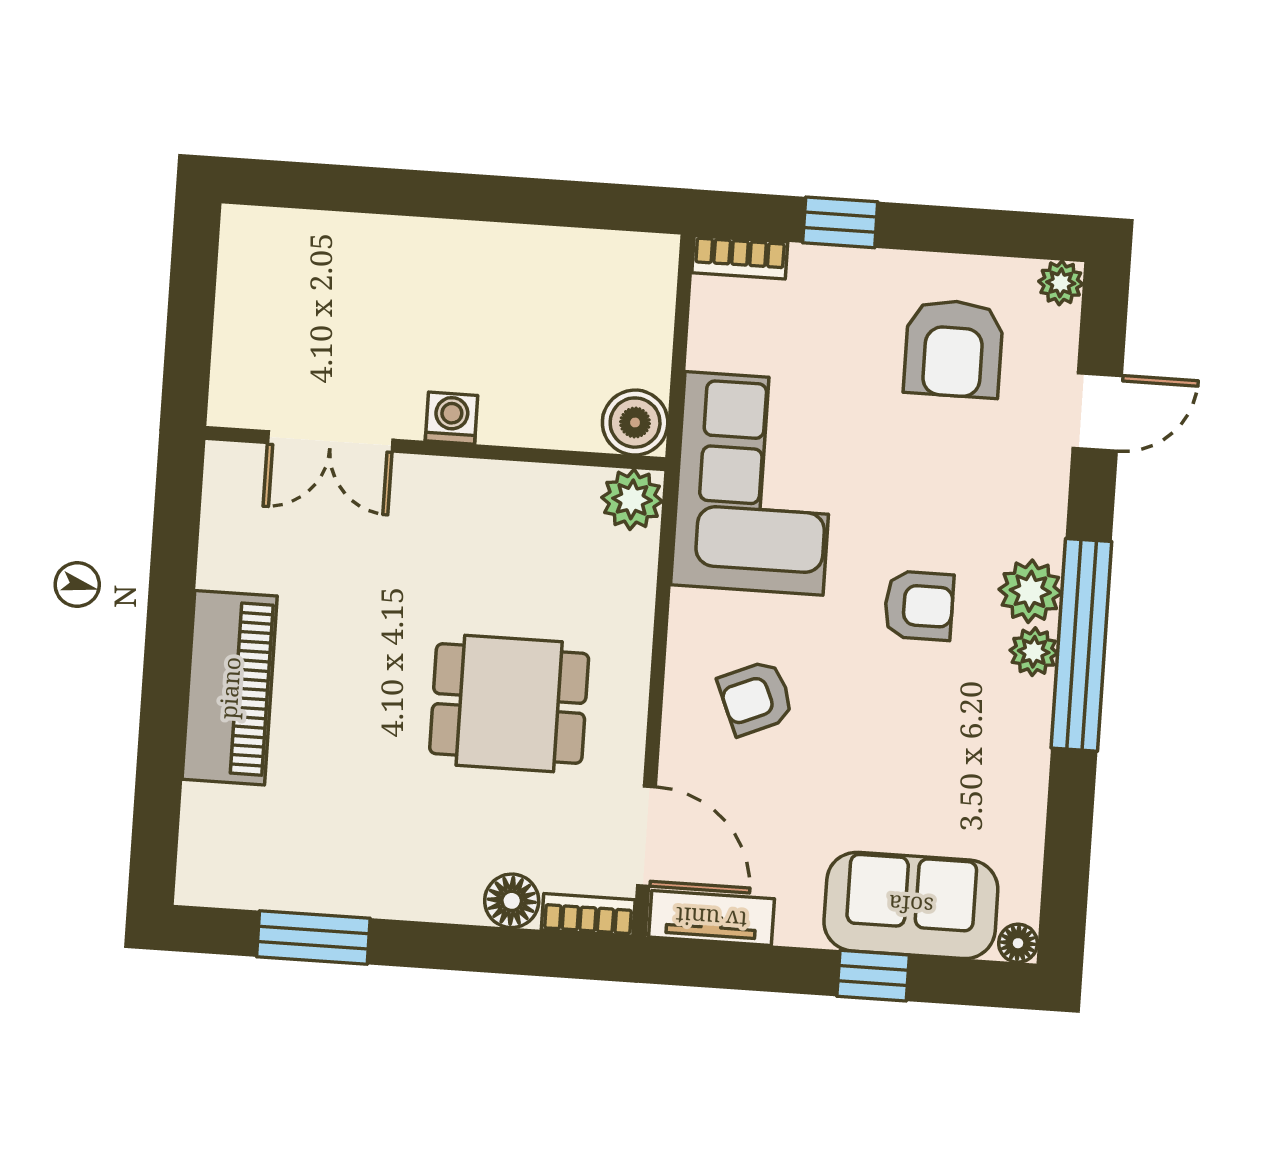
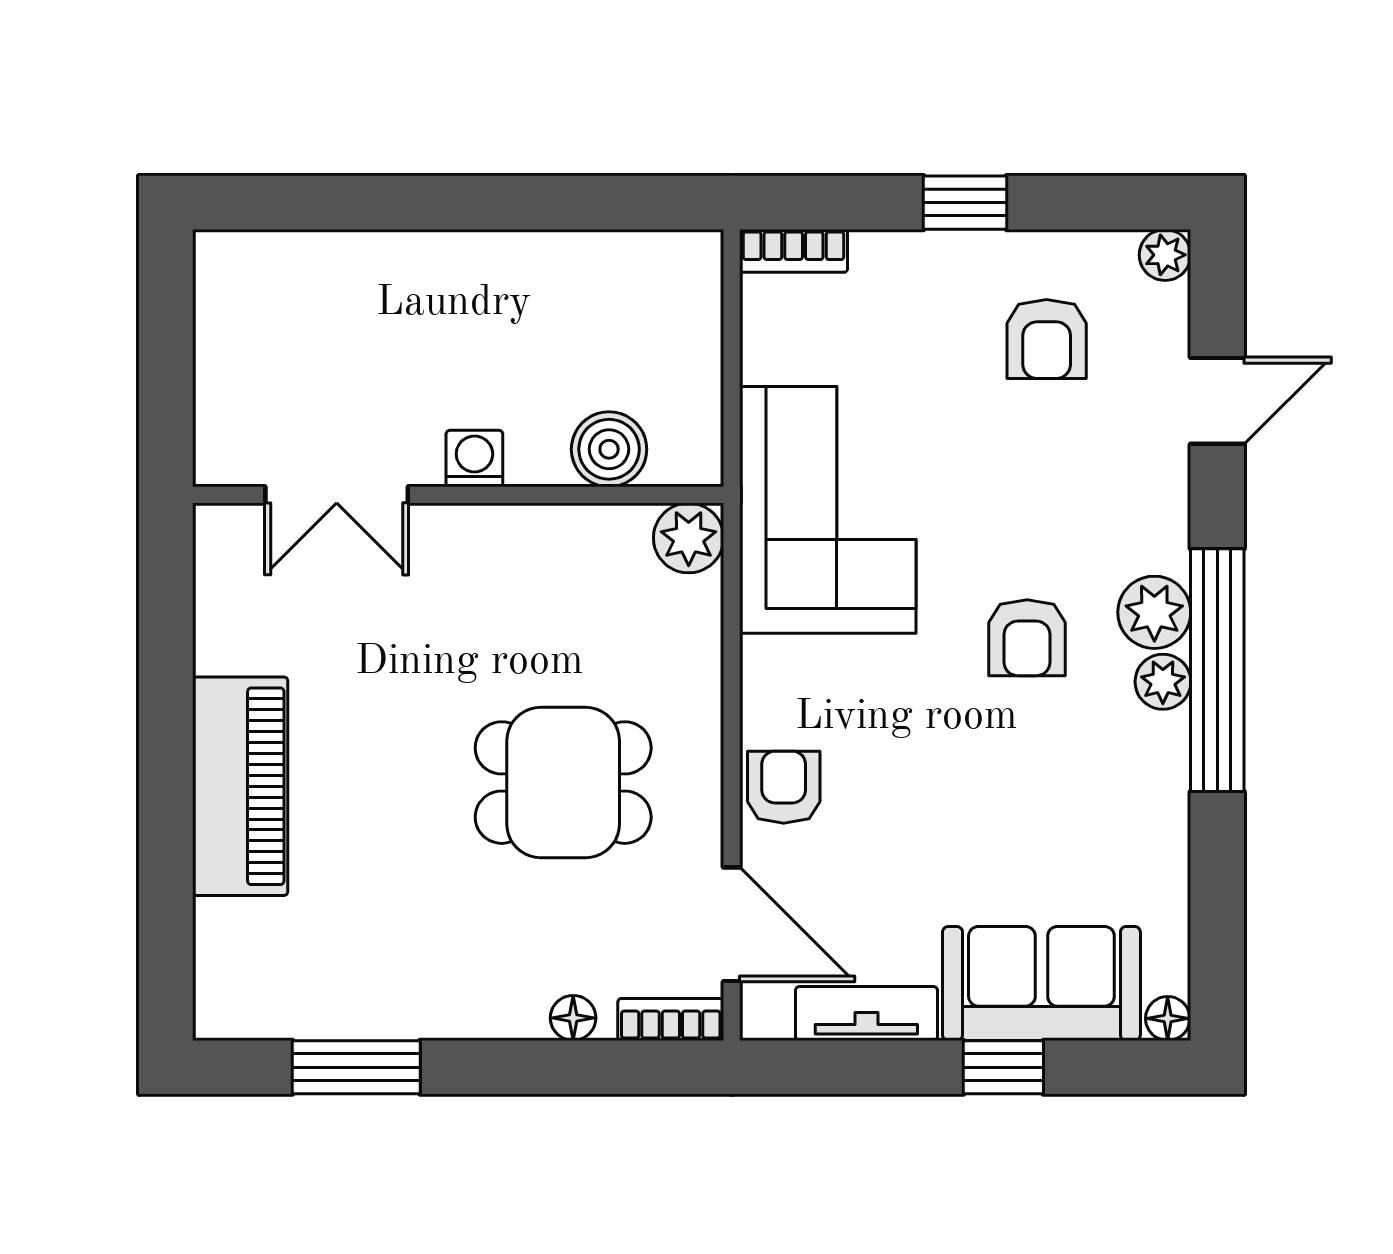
window: (840, 222) -> (965, 203), moved
armchair: (953, 348) -> (1047, 339), width x0.72, depth x0.72
boiler: (635, 423) -> (609, 449), moved
armchair: (919, 606) -> (1027, 638), turned 90
armchair: (756, 698) -> (784, 787), moved, turned 113
floor lamp: (512, 901) -> (573, 1018), width x0.73, depth x0.73
tv unit: (711, 918) -> (866, 1014), moved

